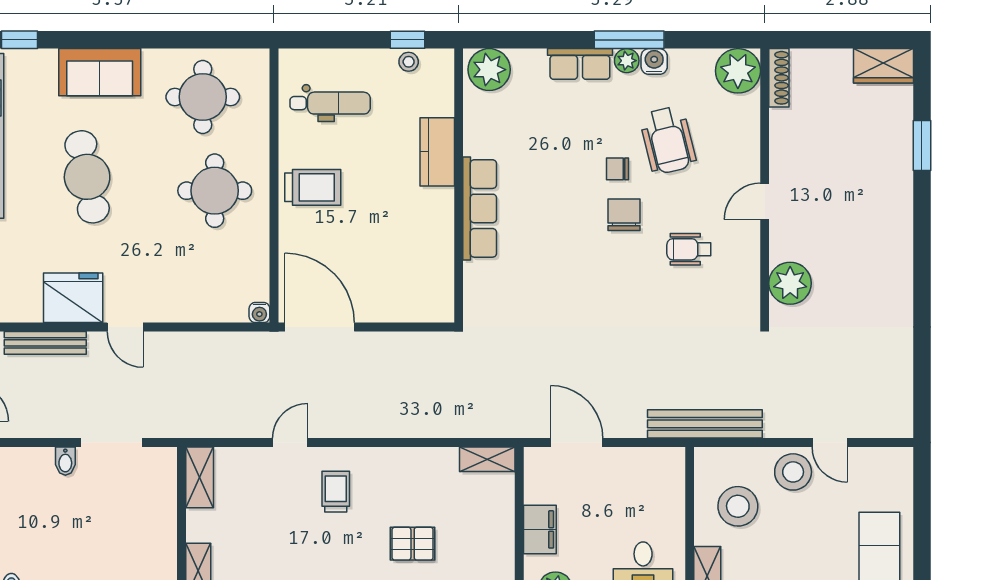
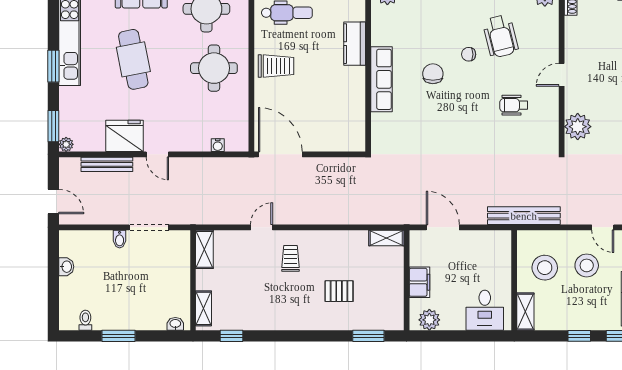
chair: (624, 215) -> (433, 74), moved
water cooler: (259, 313) -> (218, 145), moved
stool: (793, 472) -> (587, 265), moved

